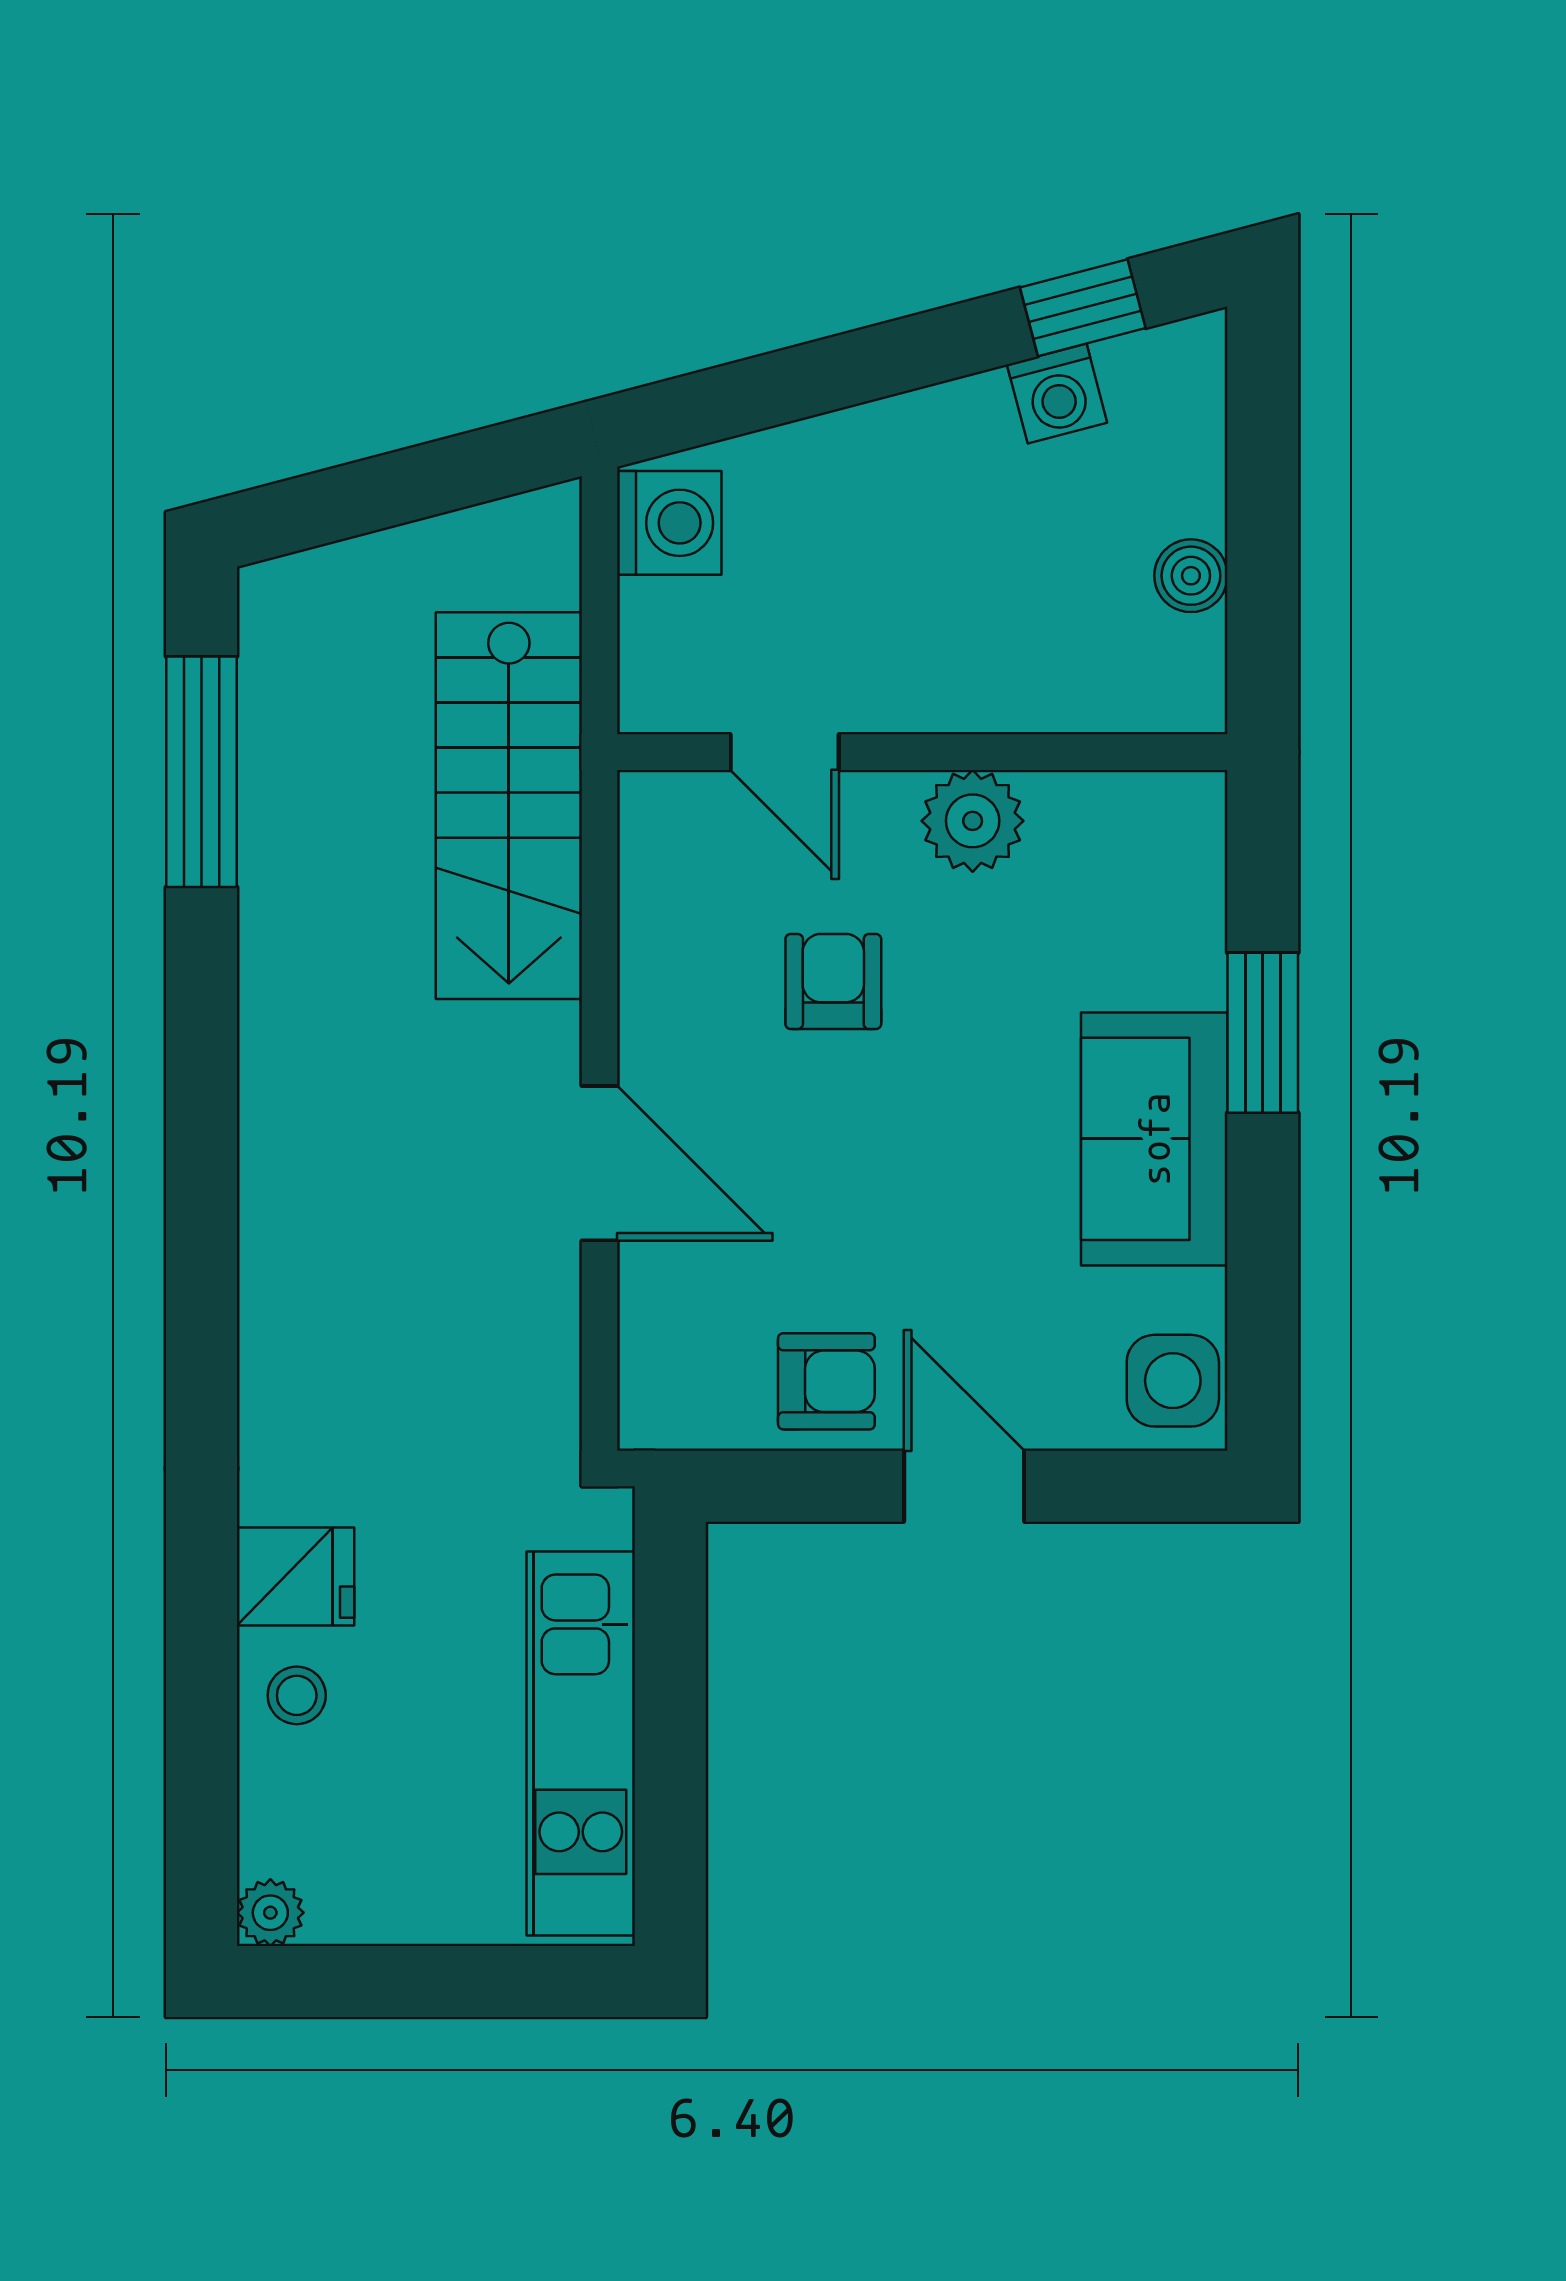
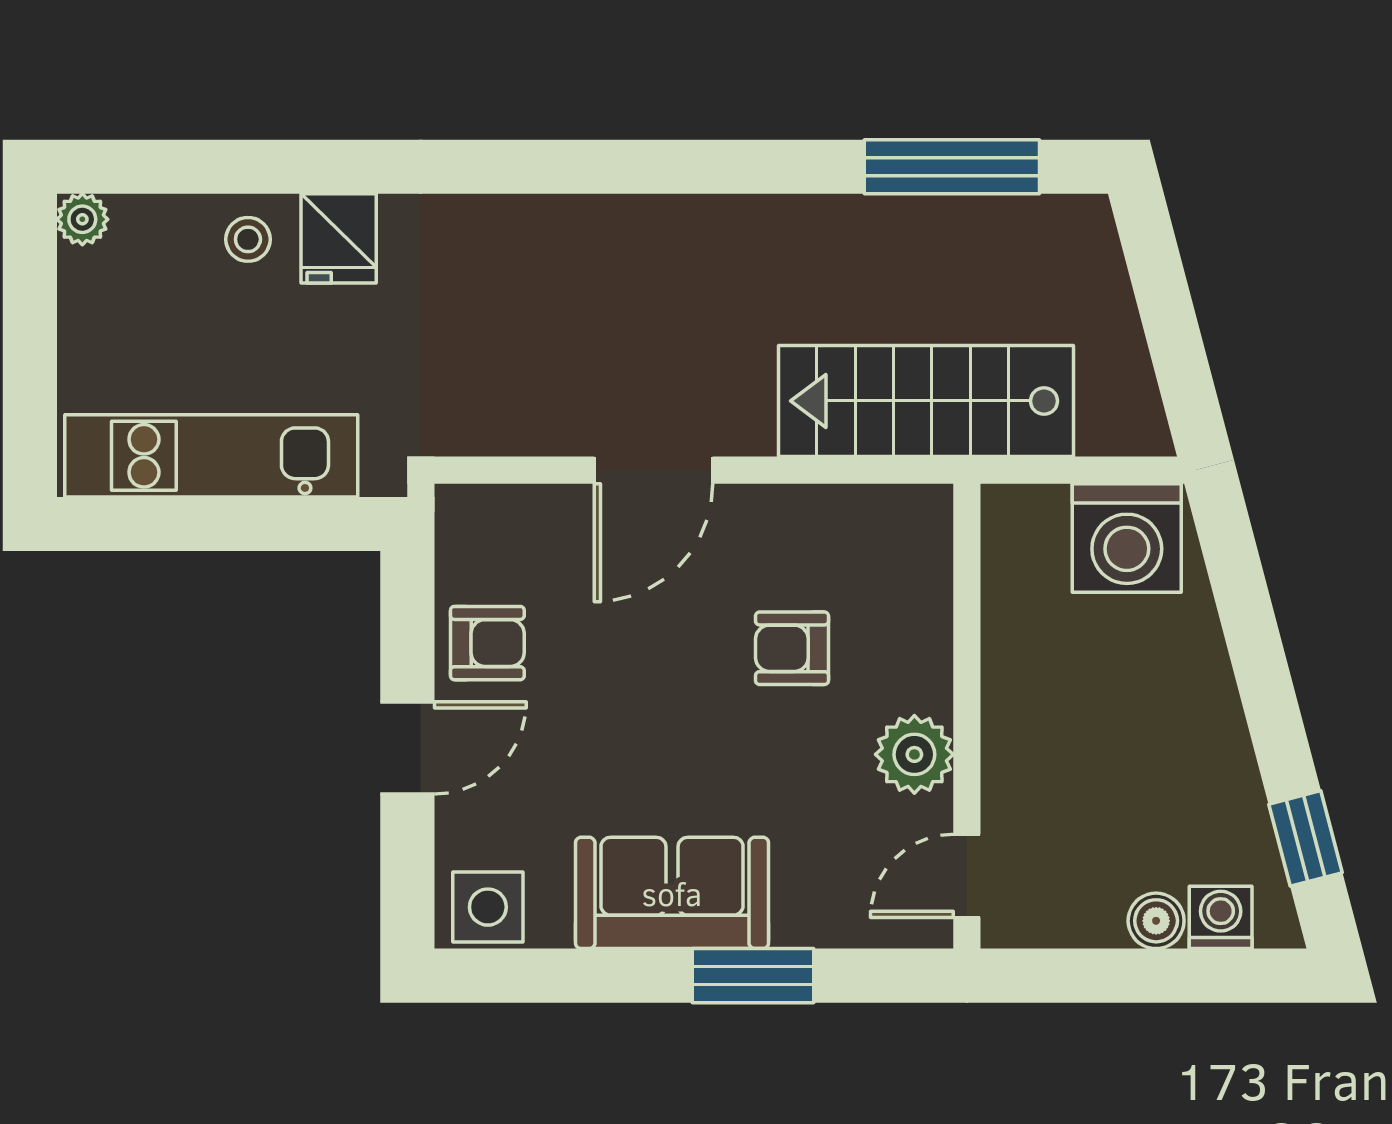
washing machine: (1057, 394) -> (1221, 917), moved, turned 105
washing machine: (669, 523) -> (1127, 538), width x1.37, depth x1.37
boiler: (1191, 576) -> (1156, 921), moved
door: (785, 752) -> (967, 876), moved
armchair: (833, 981) -> (792, 648), turned 180
armchair: (826, 1381) -> (487, 643), turned -90

